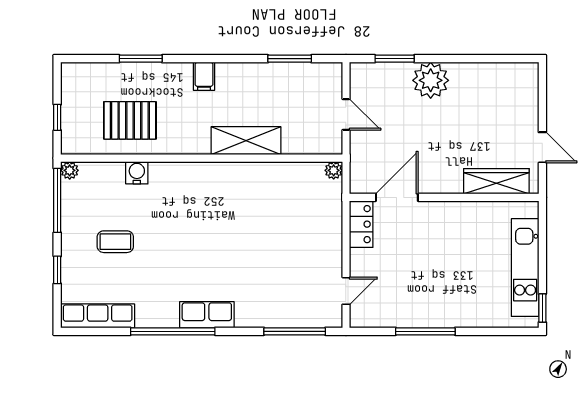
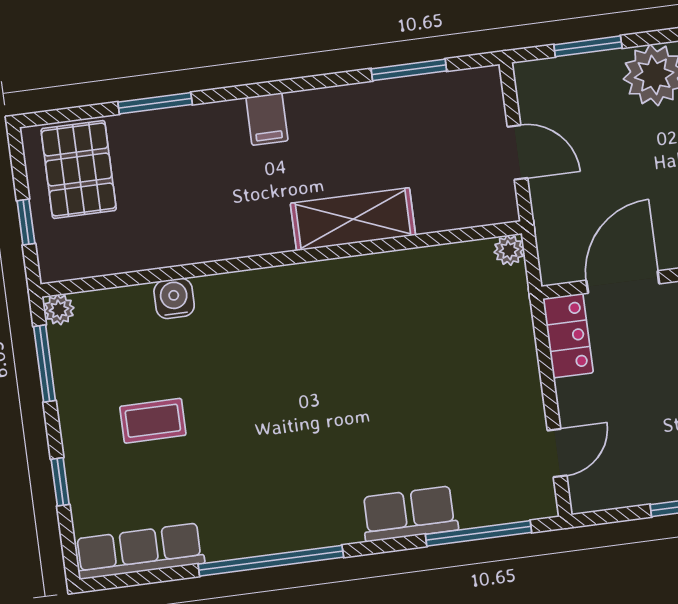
pallet: (130, 120) -> (79, 169), moved, turned 90
window: (57, 200) -> (45, 363), width x0.69
row of seats: (207, 315) -> (409, 514), moved

